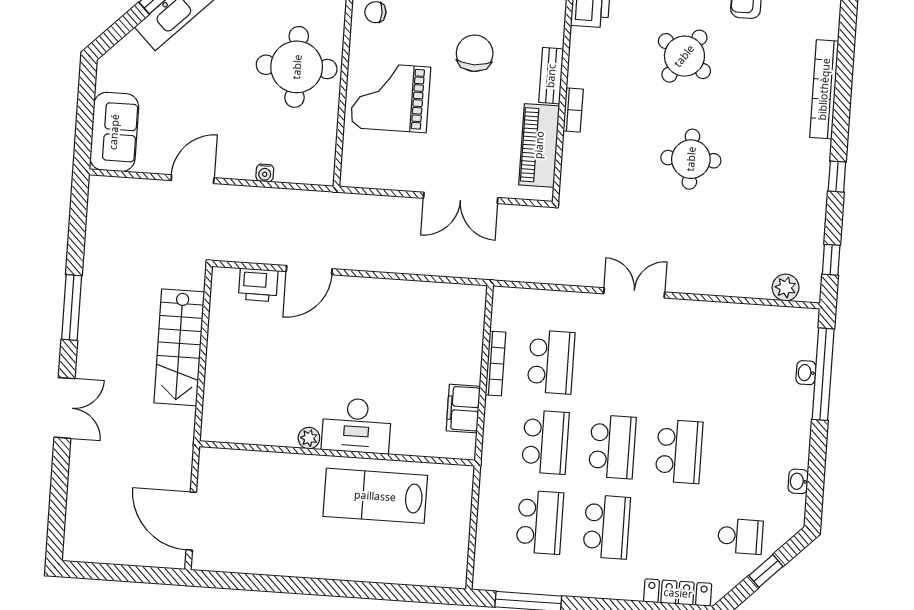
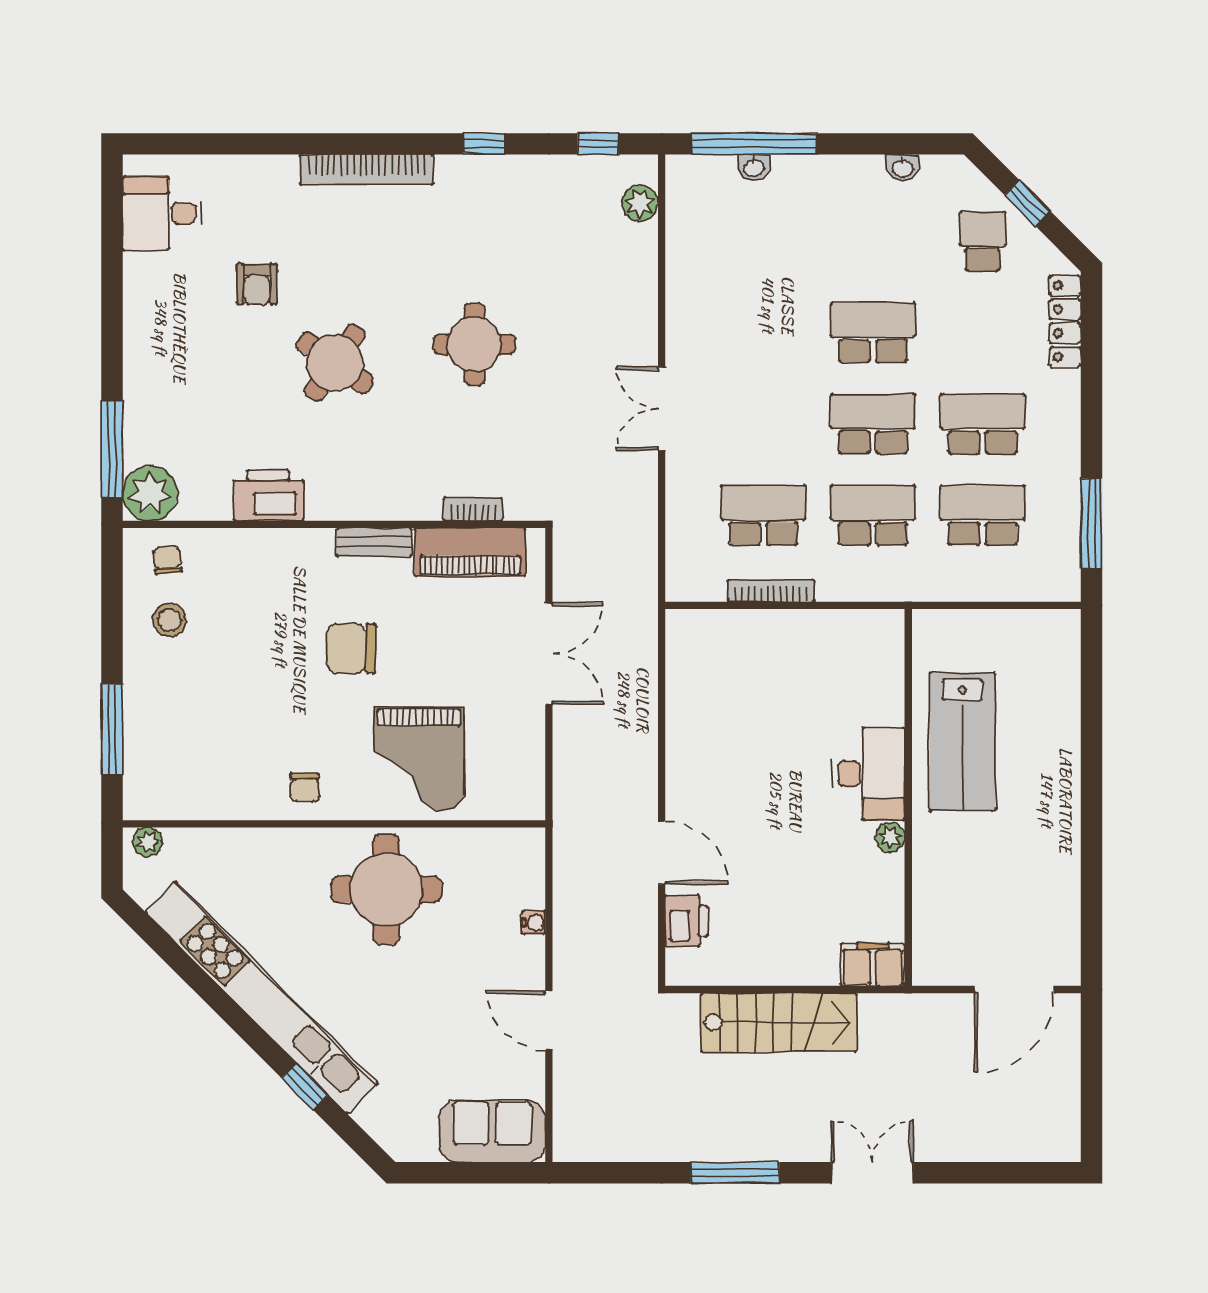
bookcase: (573, 110) -> (473, 509), moved
filing cabinet: (463, 409) -> (873, 965), moved, turned 180

